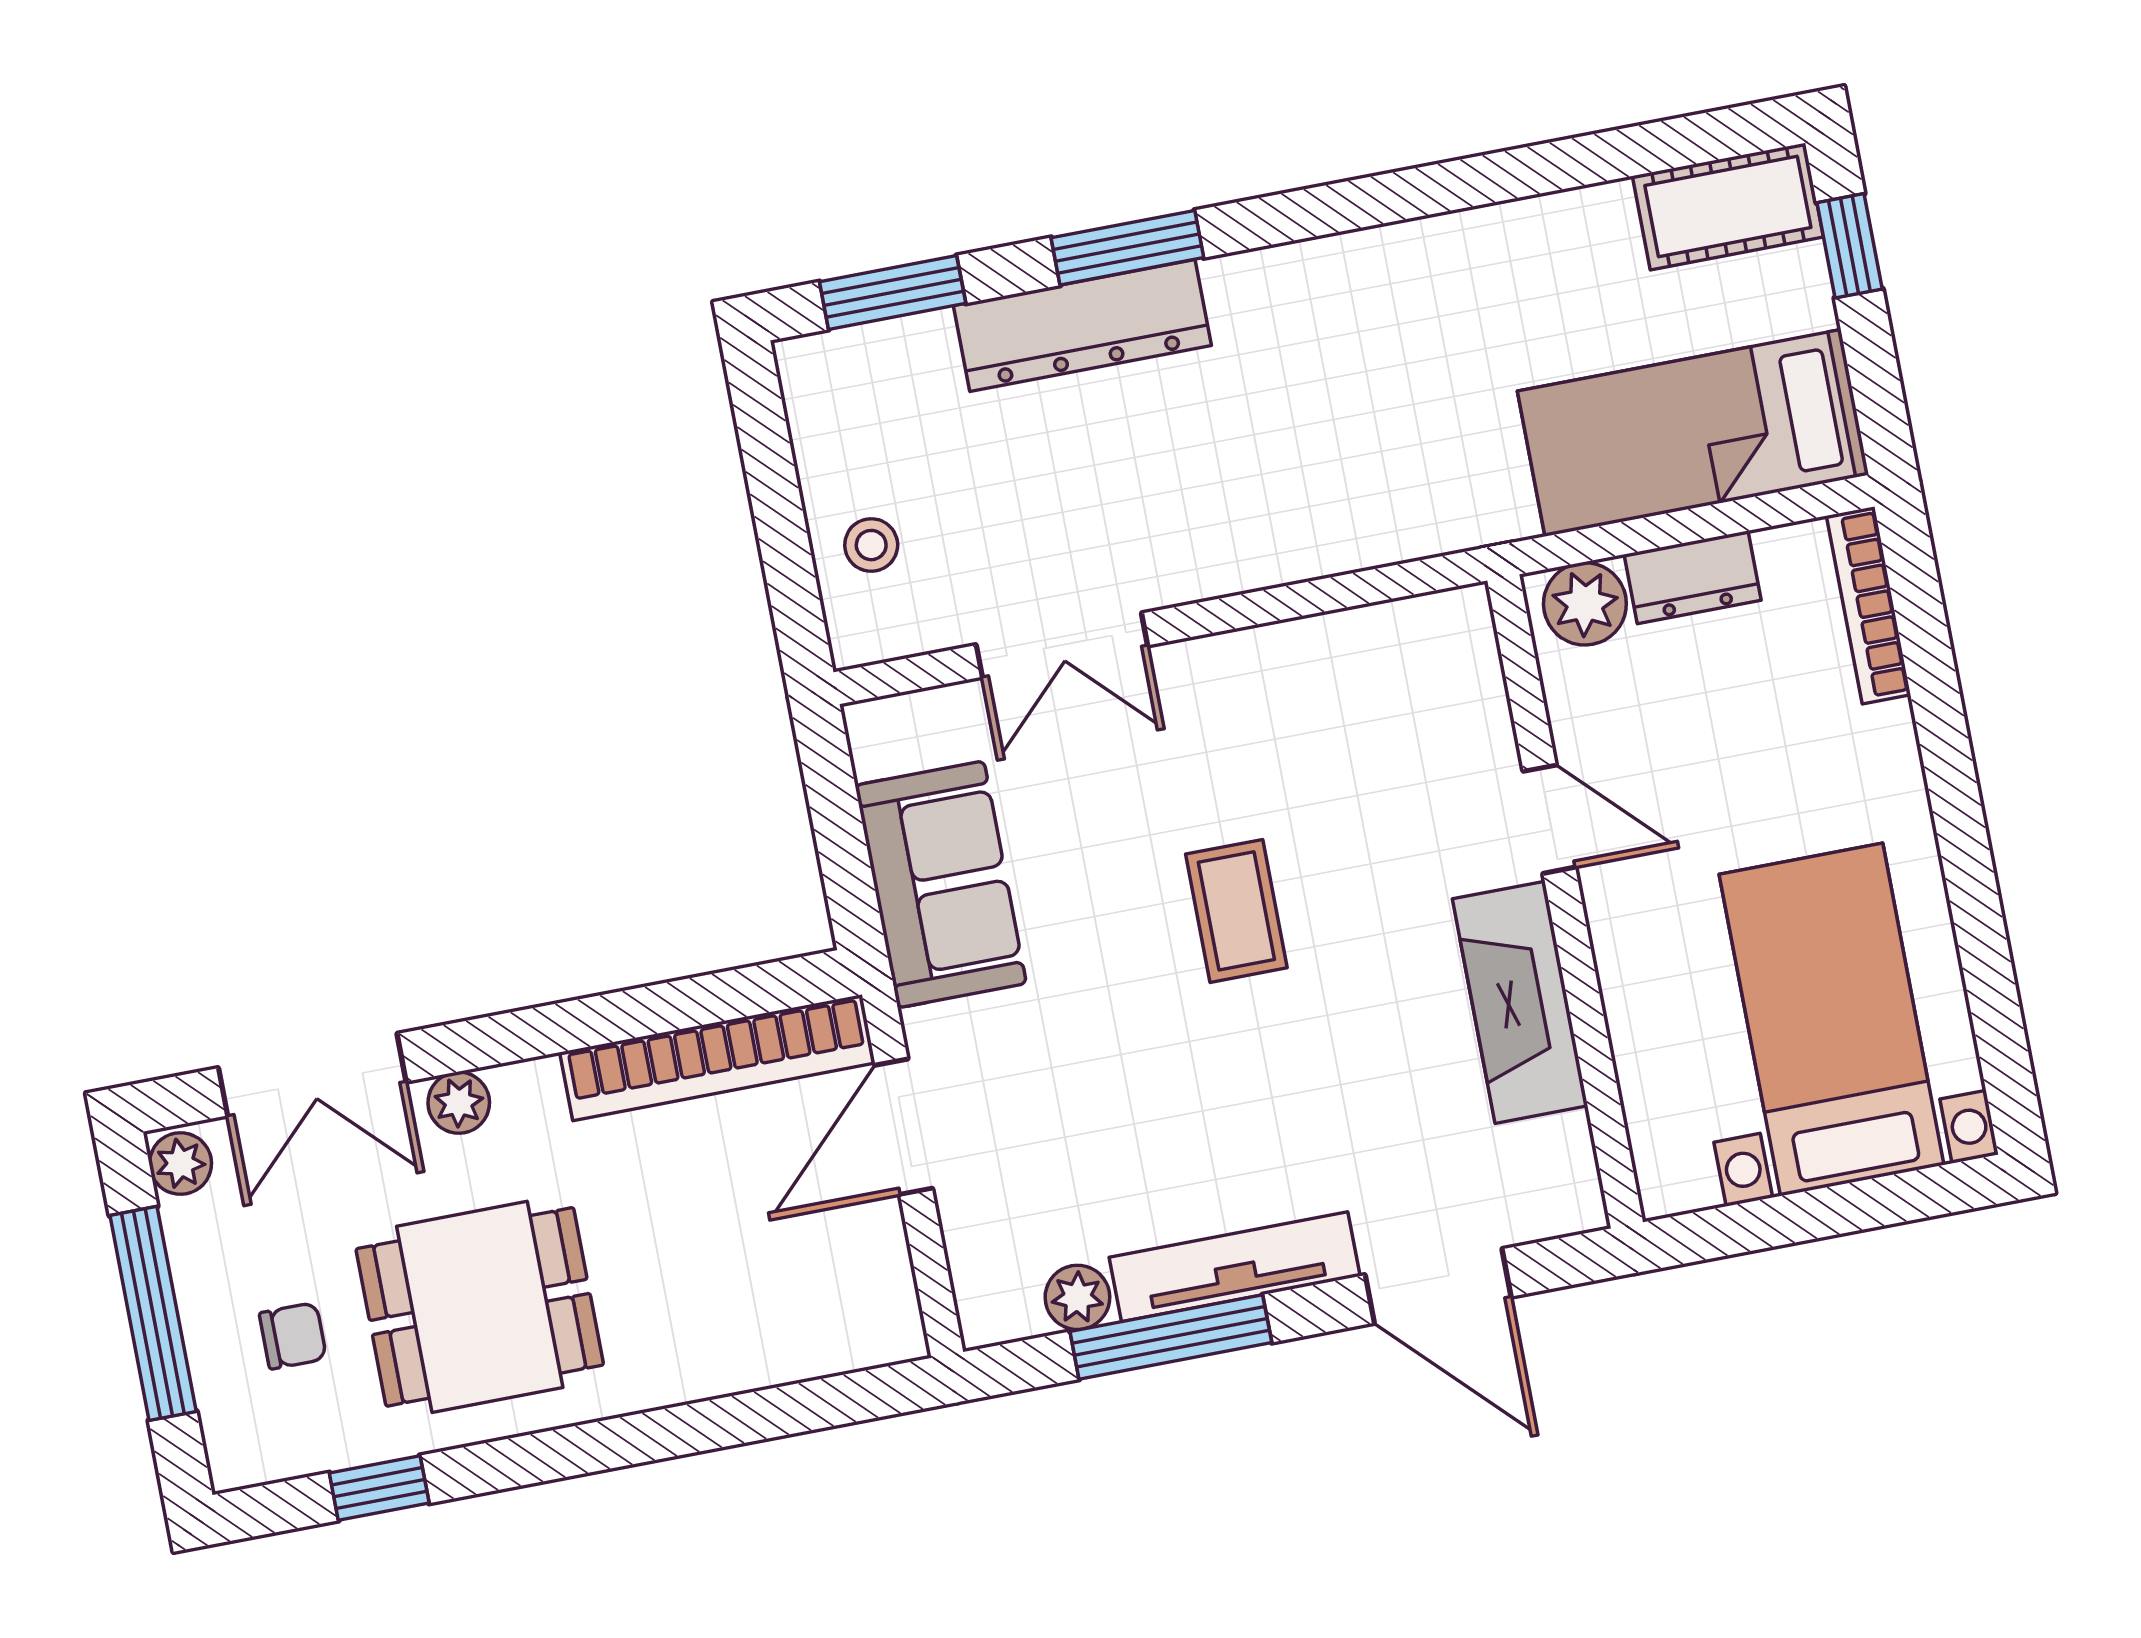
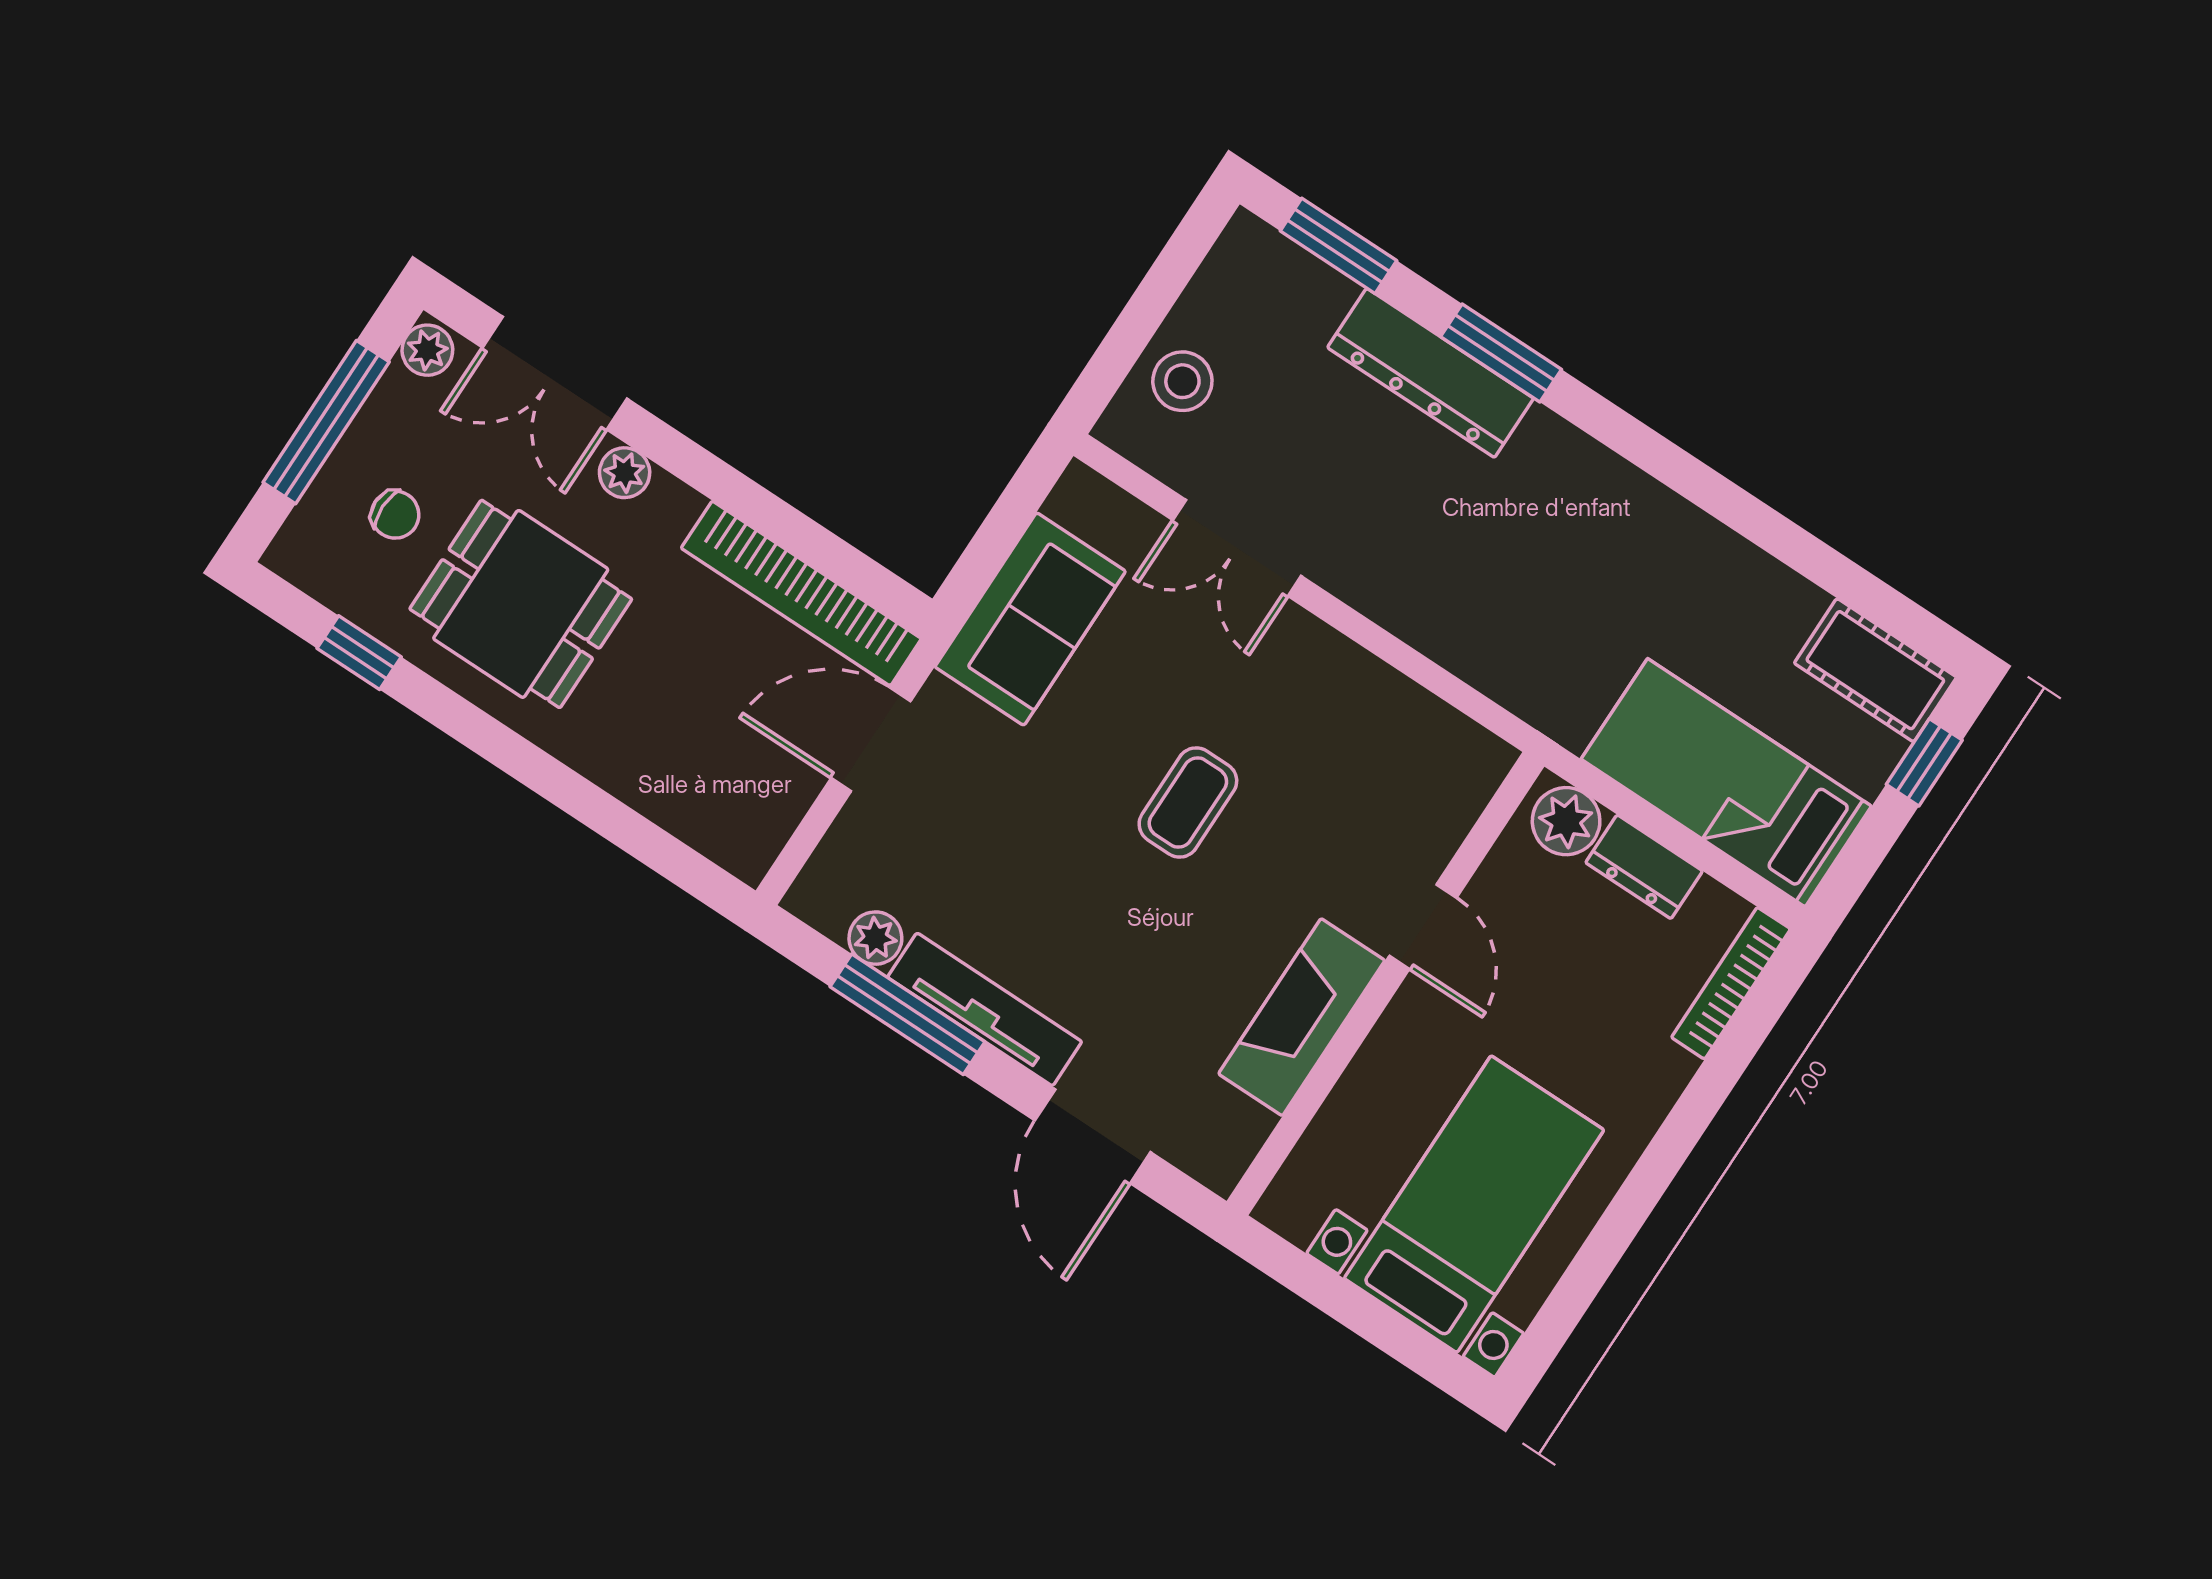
stool: (871, 545) -> (1182, 381), width x1.37, depth x1.37

